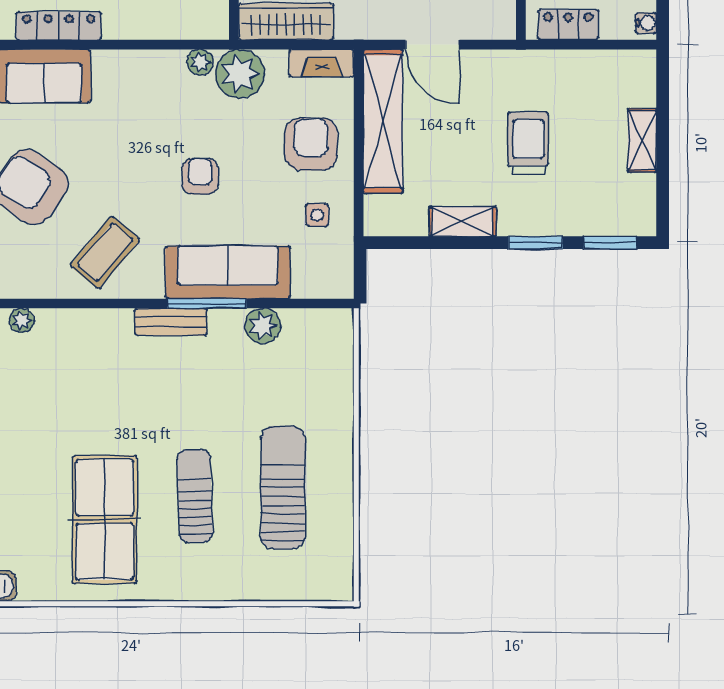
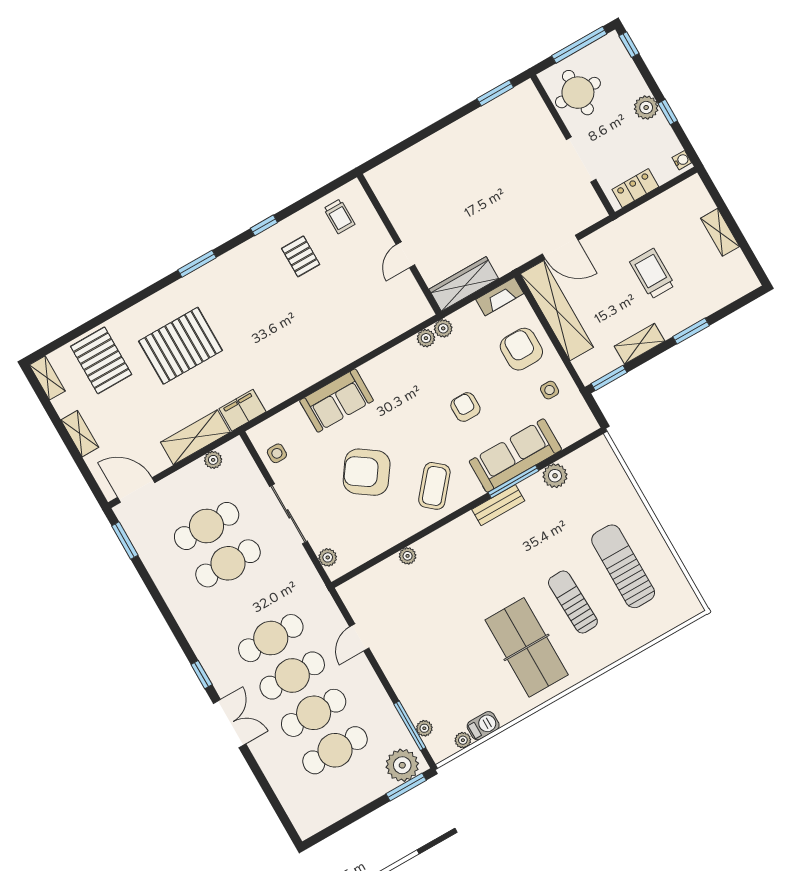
locker: (59, 26) -> (328, 365), removed
plant: (240, 74) -> (443, 328), width x0.53, depth x0.53
window: (610, 243) -> (609, 378), moved

